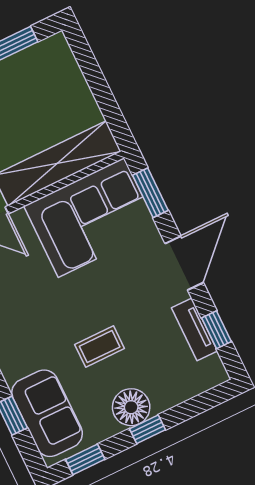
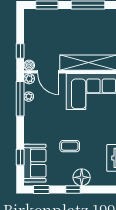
floor lamp: (131, 407) -> (82, 177), moved

